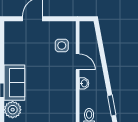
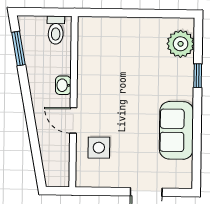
sofa: (14, 83) -> (176, 130), moved

